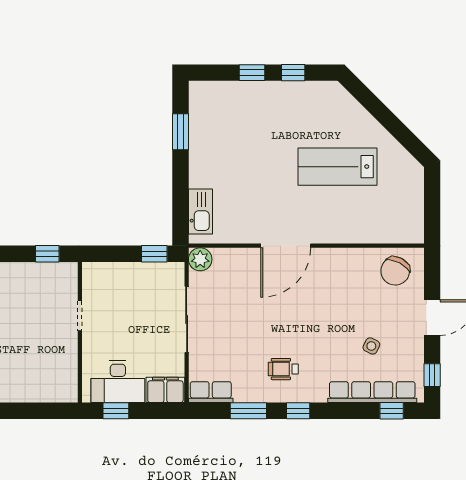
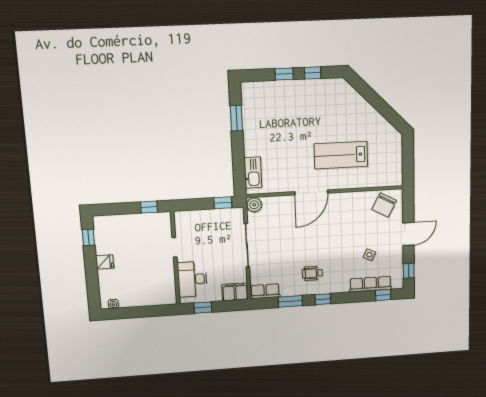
lab bench: (338, 167) -> (341, 155), moved
desk: (118, 382) -> (192, 279), moved, turned 90
row of seats: (372, 392) -> (370, 284), width x0.73

